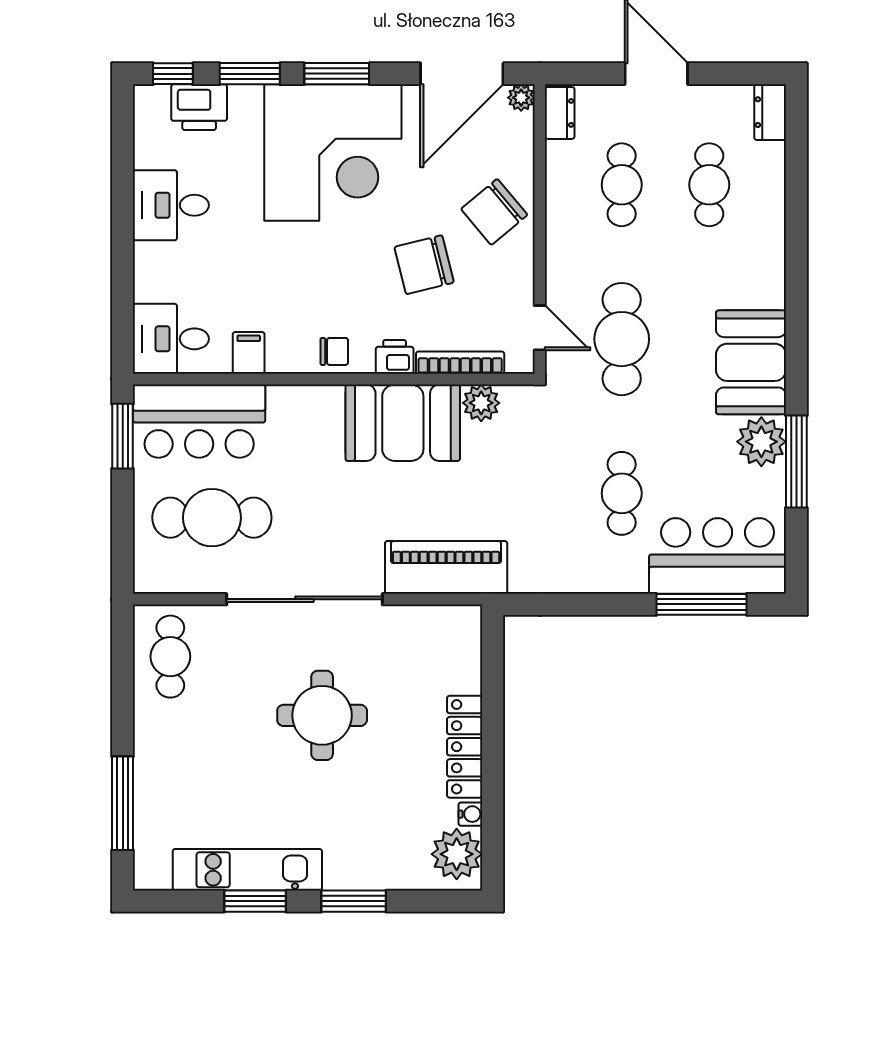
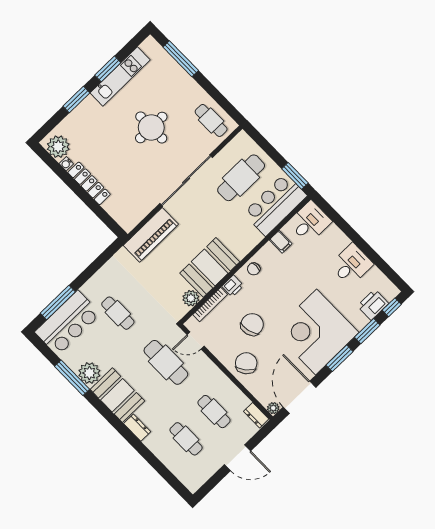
dresser: (770, 112) -> (137, 428), moved
round table: (322, 715) -> (151, 127), moved

